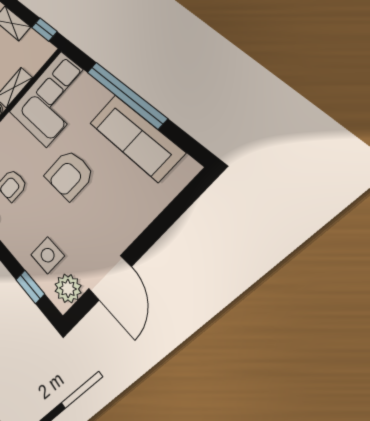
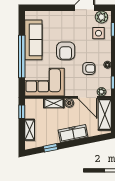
armchair: (69, 175) -> (66, 51), turned 90

